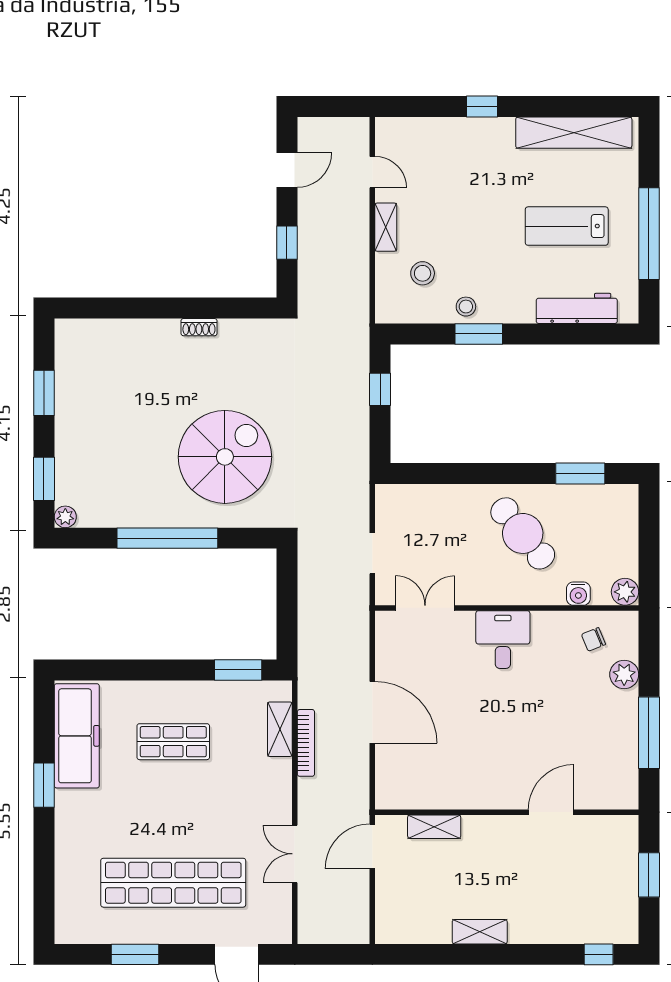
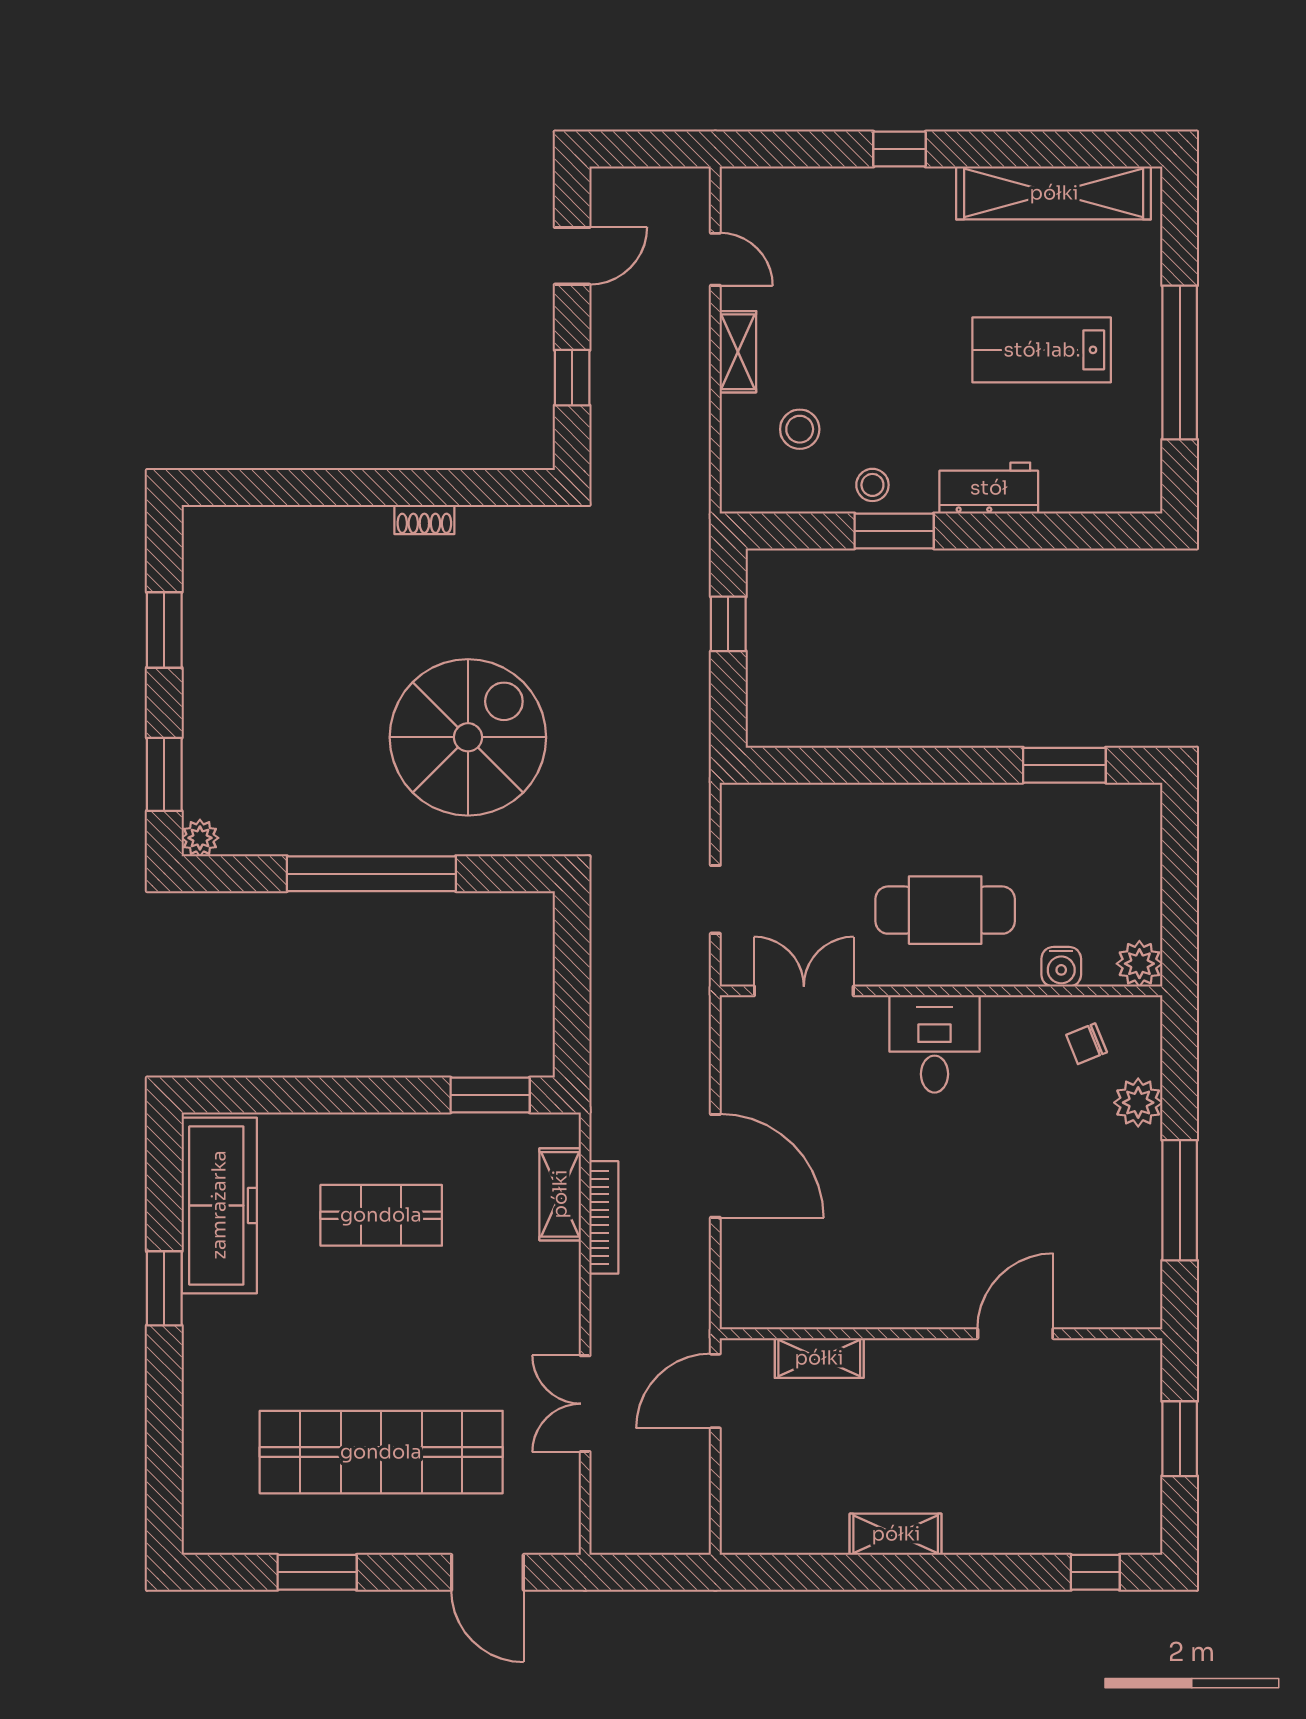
workbench: (577, 308) -> (989, 488), moved, width x0.73
cafe table: (523, 533) -> (945, 910), moved, turned -51

